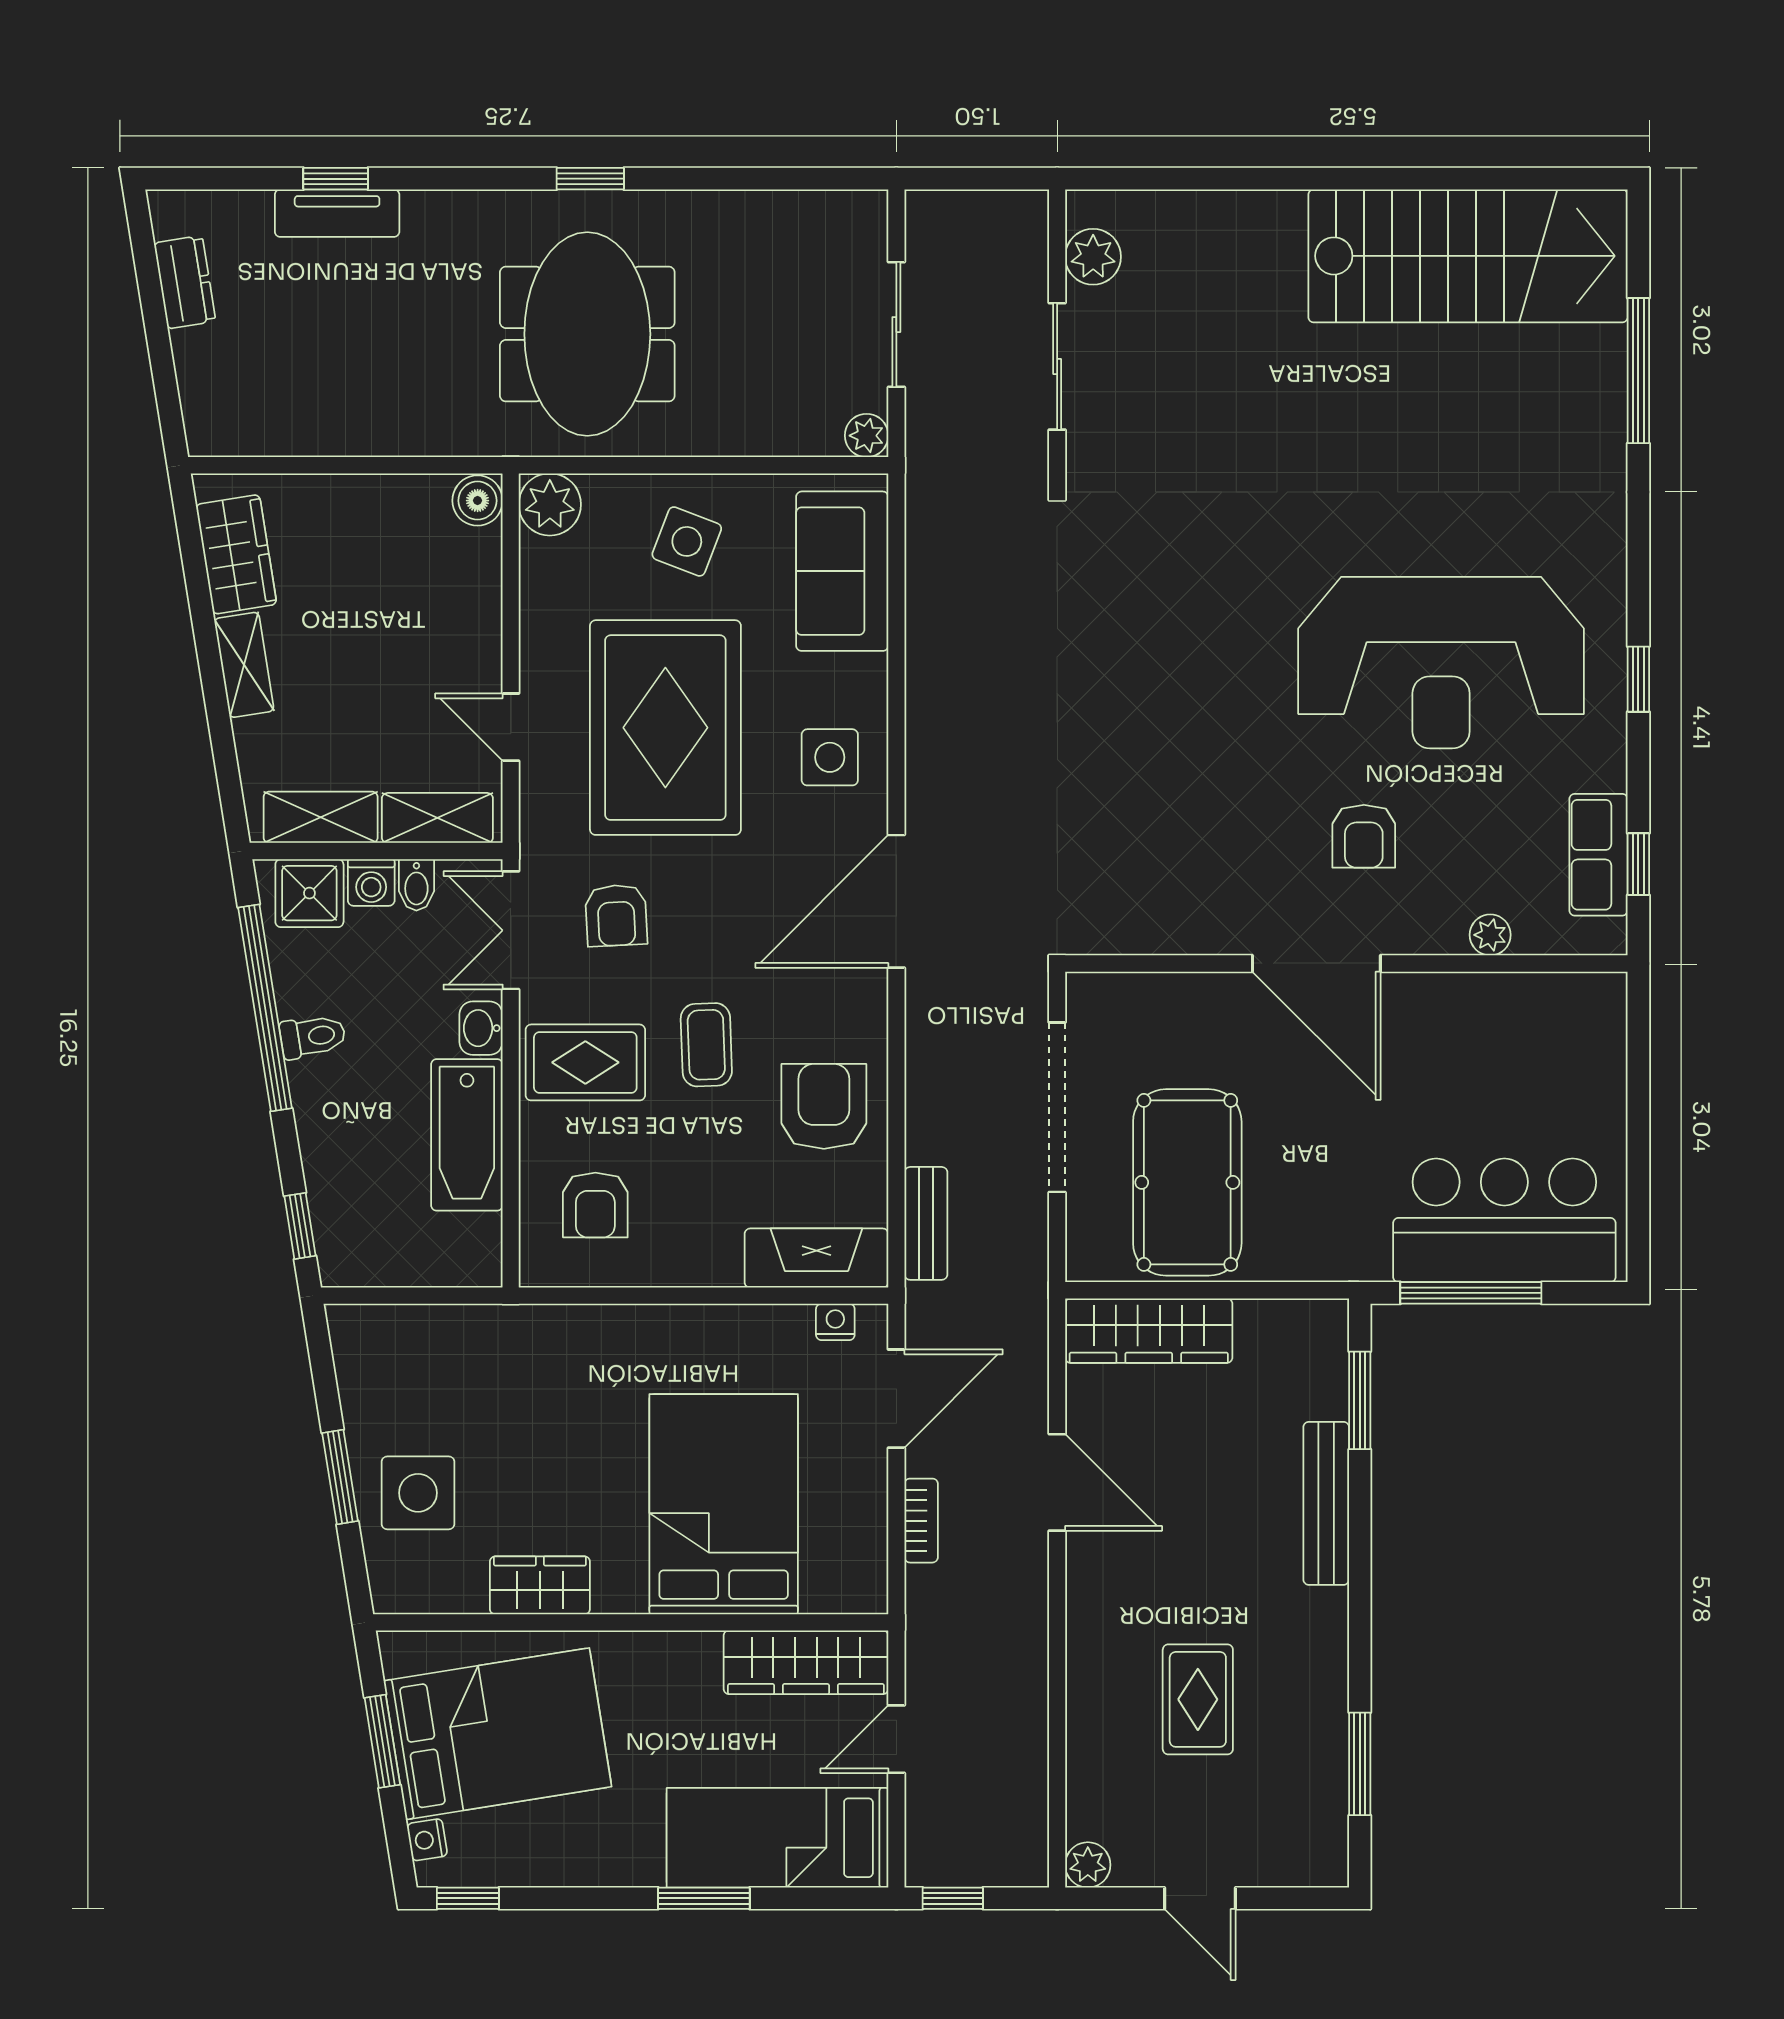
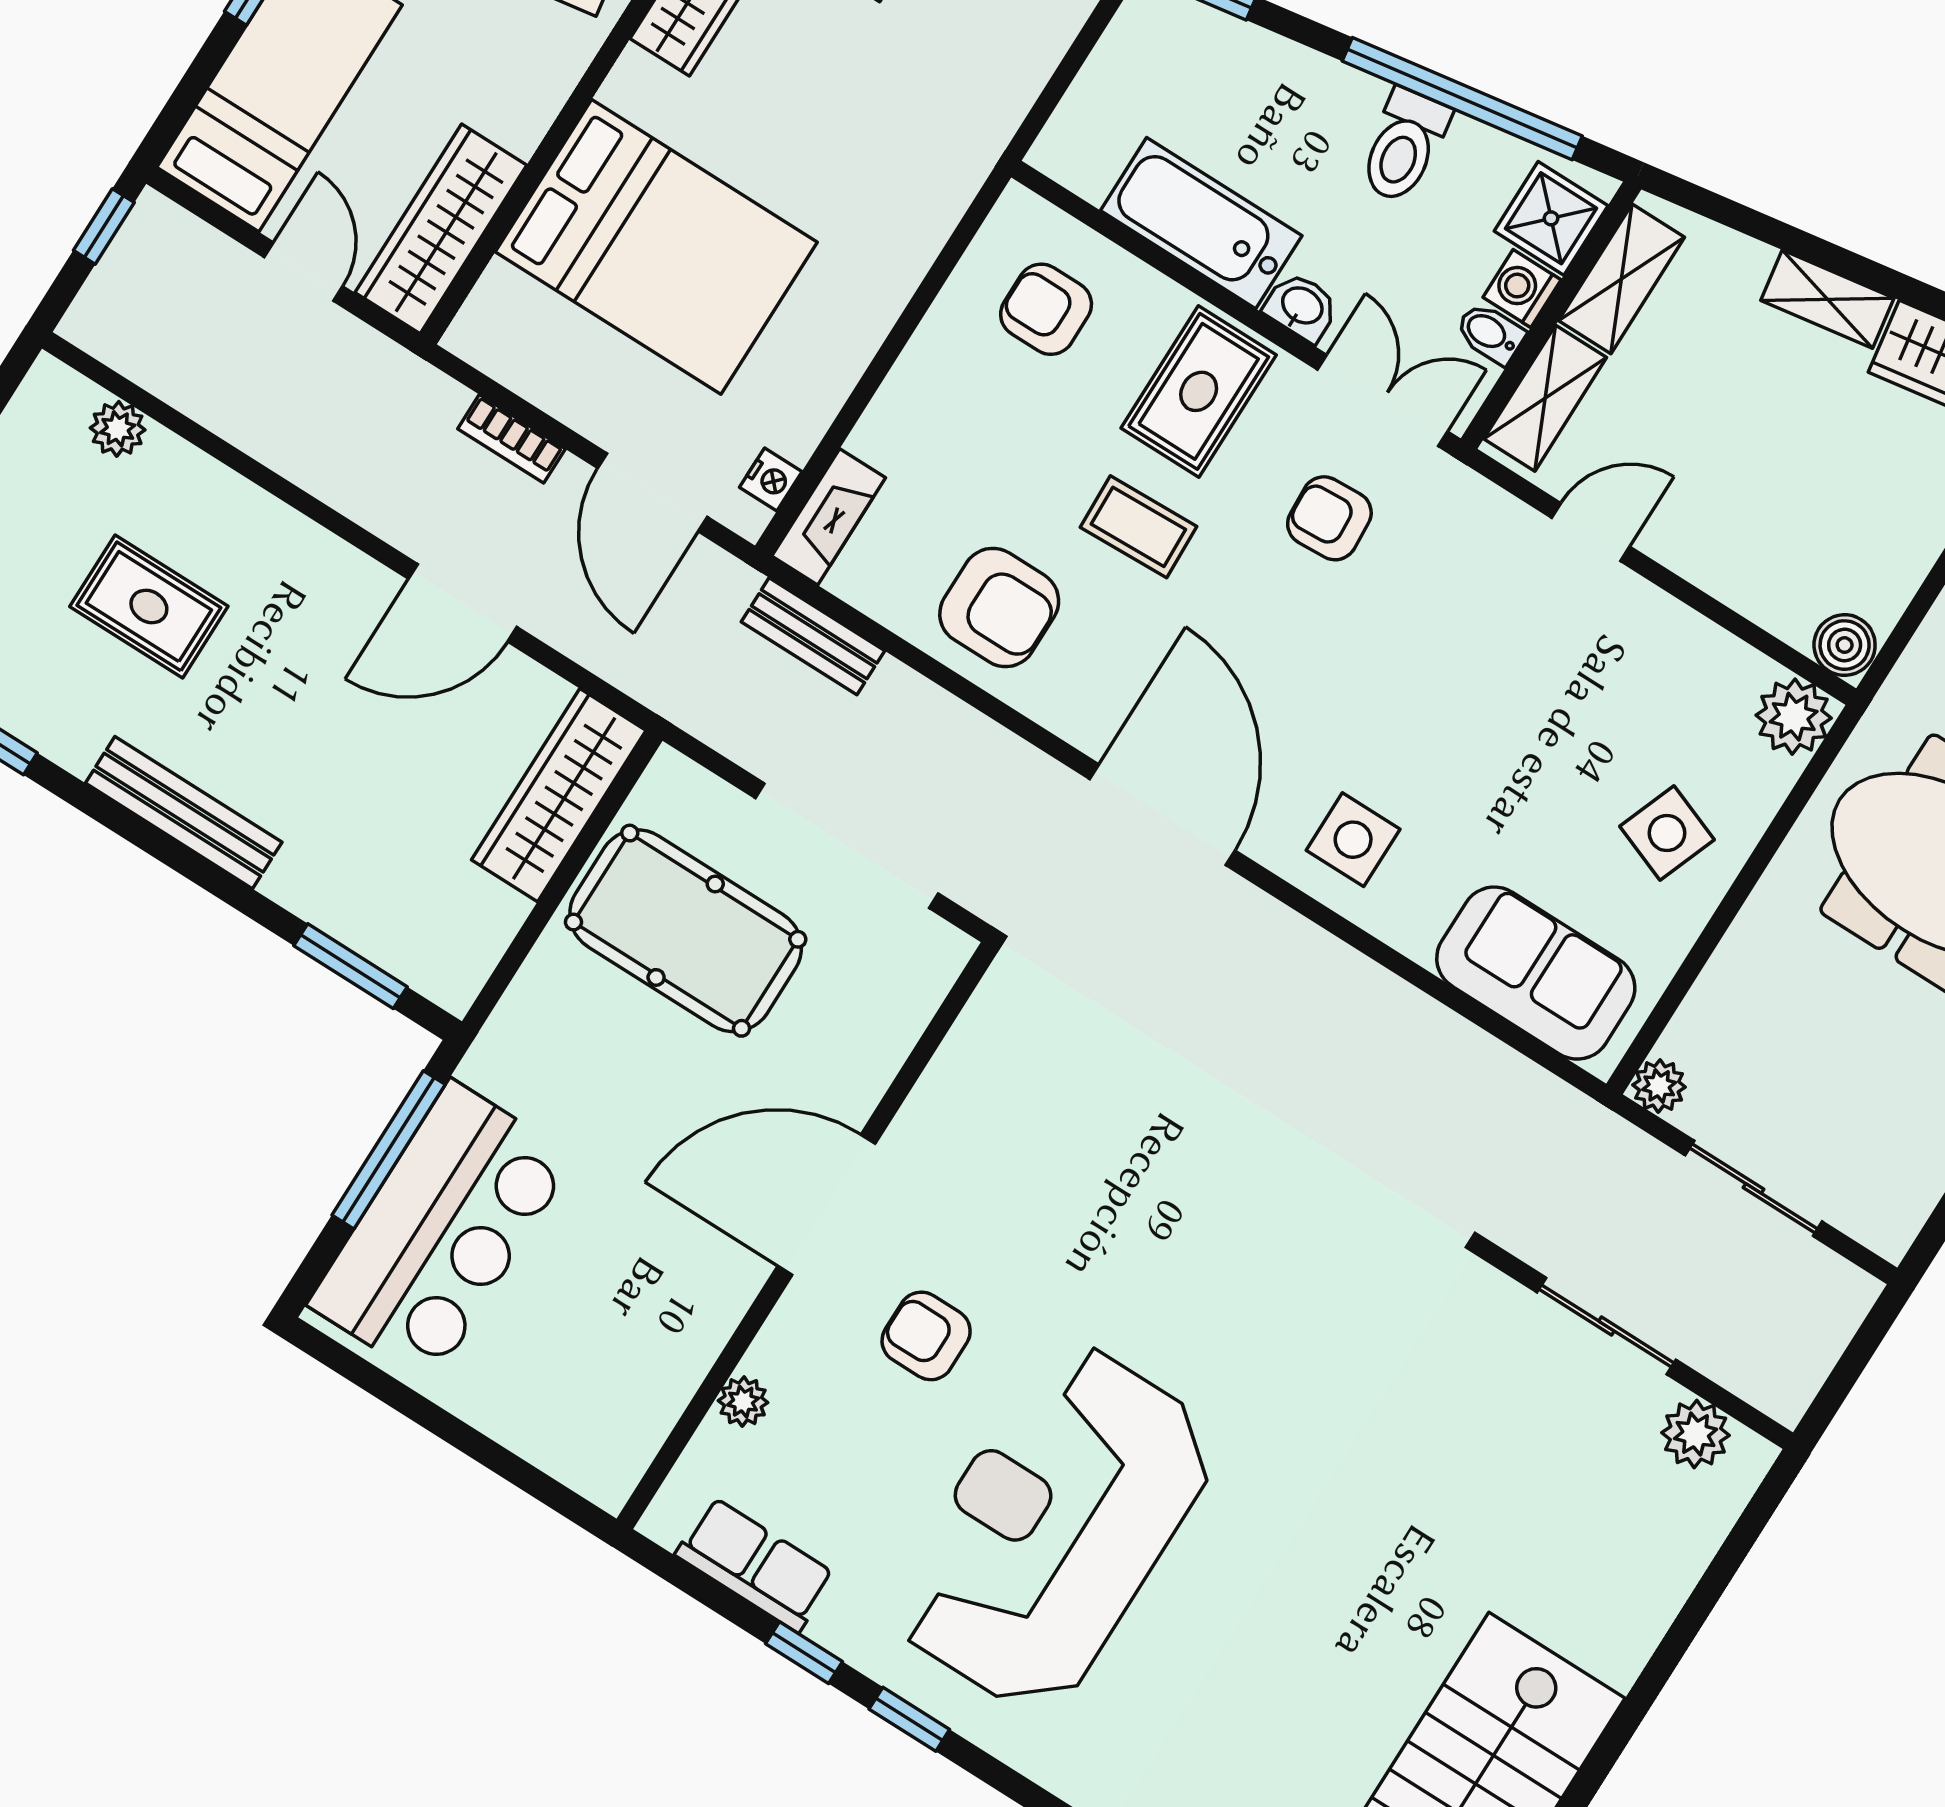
rug: (665, 728) -> (1490, 690), removed
window: (1638, 864) -> (804, 1653), moved
toilet: (313, 1037) -> (1404, 146), width x1.37, depth x1.39
fireplace: (816, 1258) -> (829, 517), width x0.73, depth x0.76
bench: (1326, 1503) -> (184, 813), moved
plant: (1088, 1865) -> (118, 429), moved

